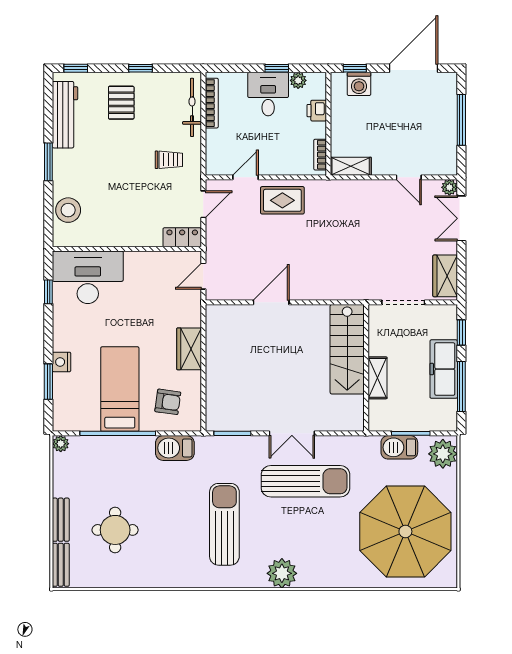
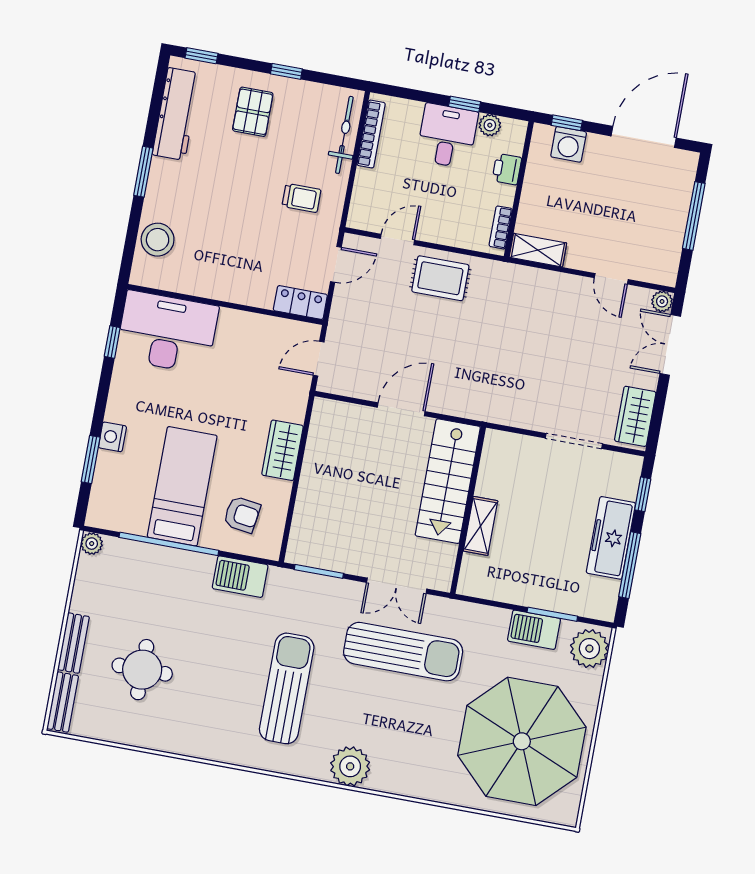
stairs: (347, 349) -> (448, 481), moved
wall: (366, 368) -> (468, 510), moved
shelving: (377, 378) -> (481, 526), moved

